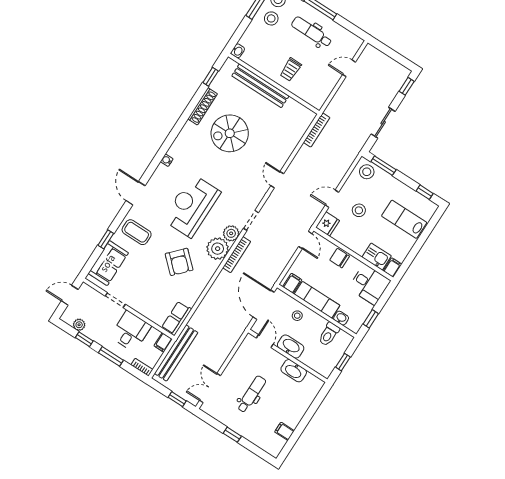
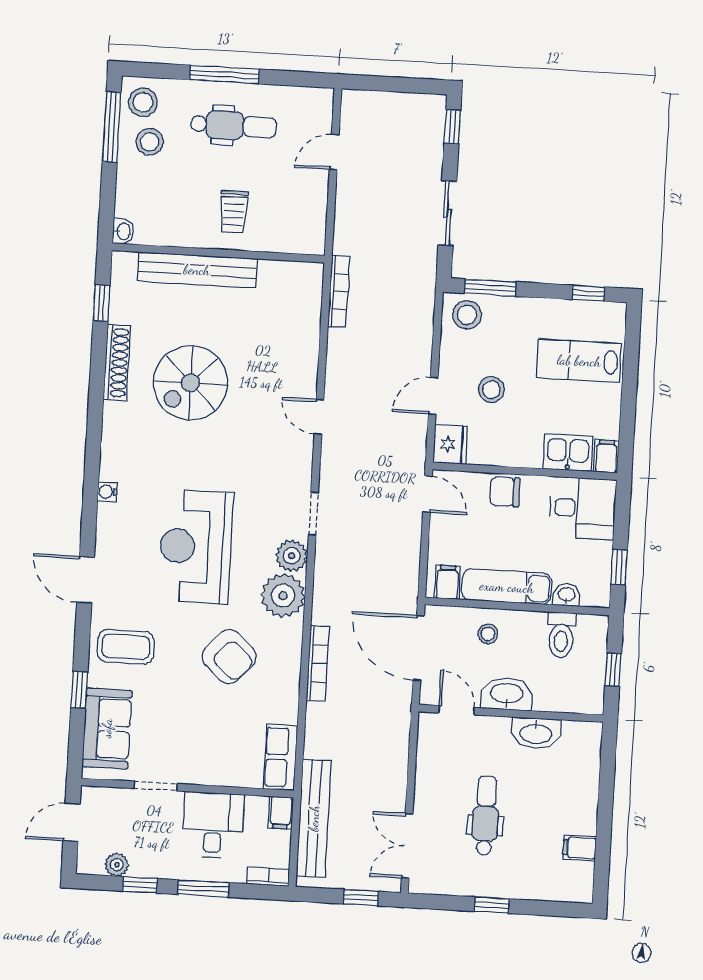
dental chair: (312, 32) -> (233, 126), turned 180
bookcase: (237, 255) -> (318, 663), moved

